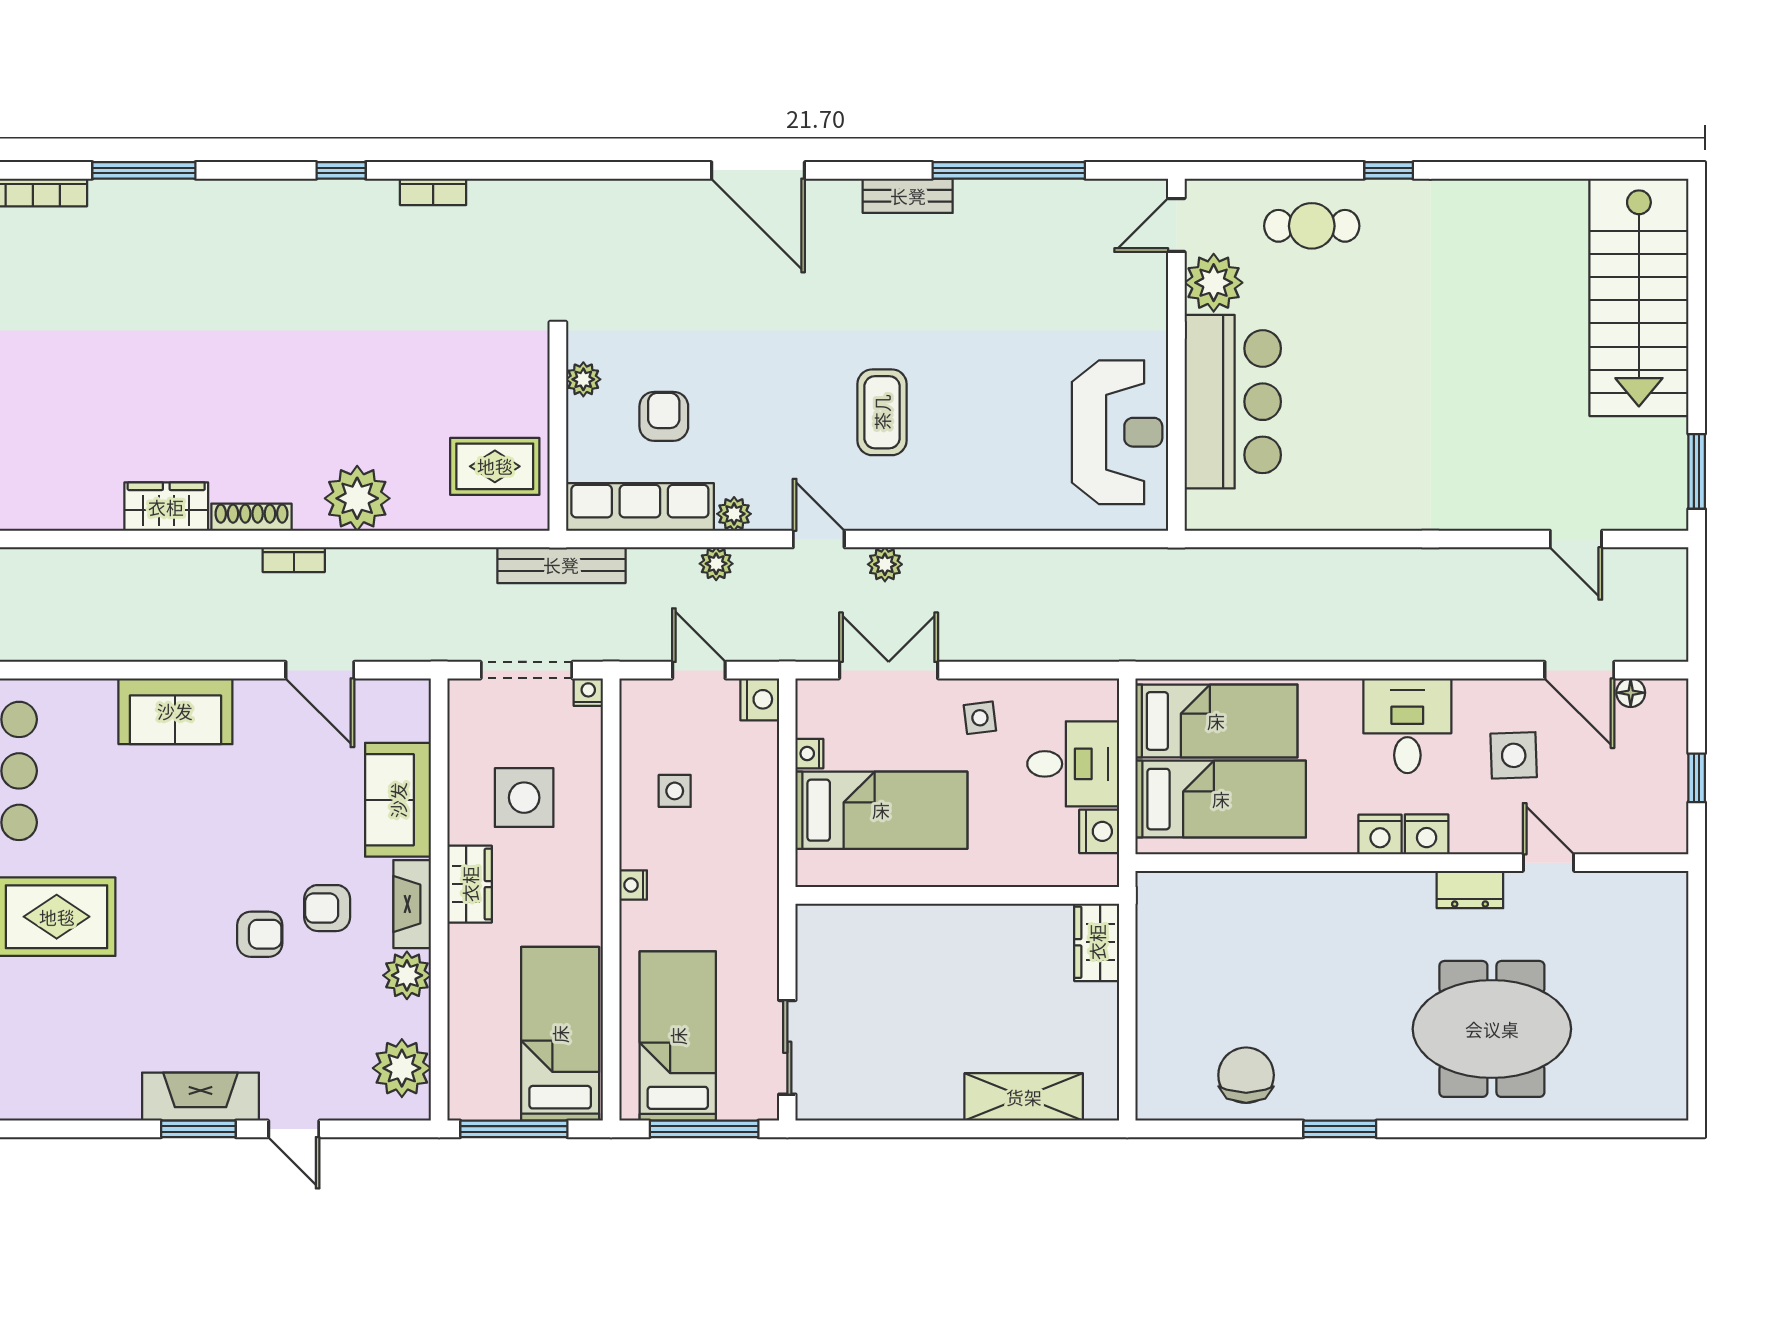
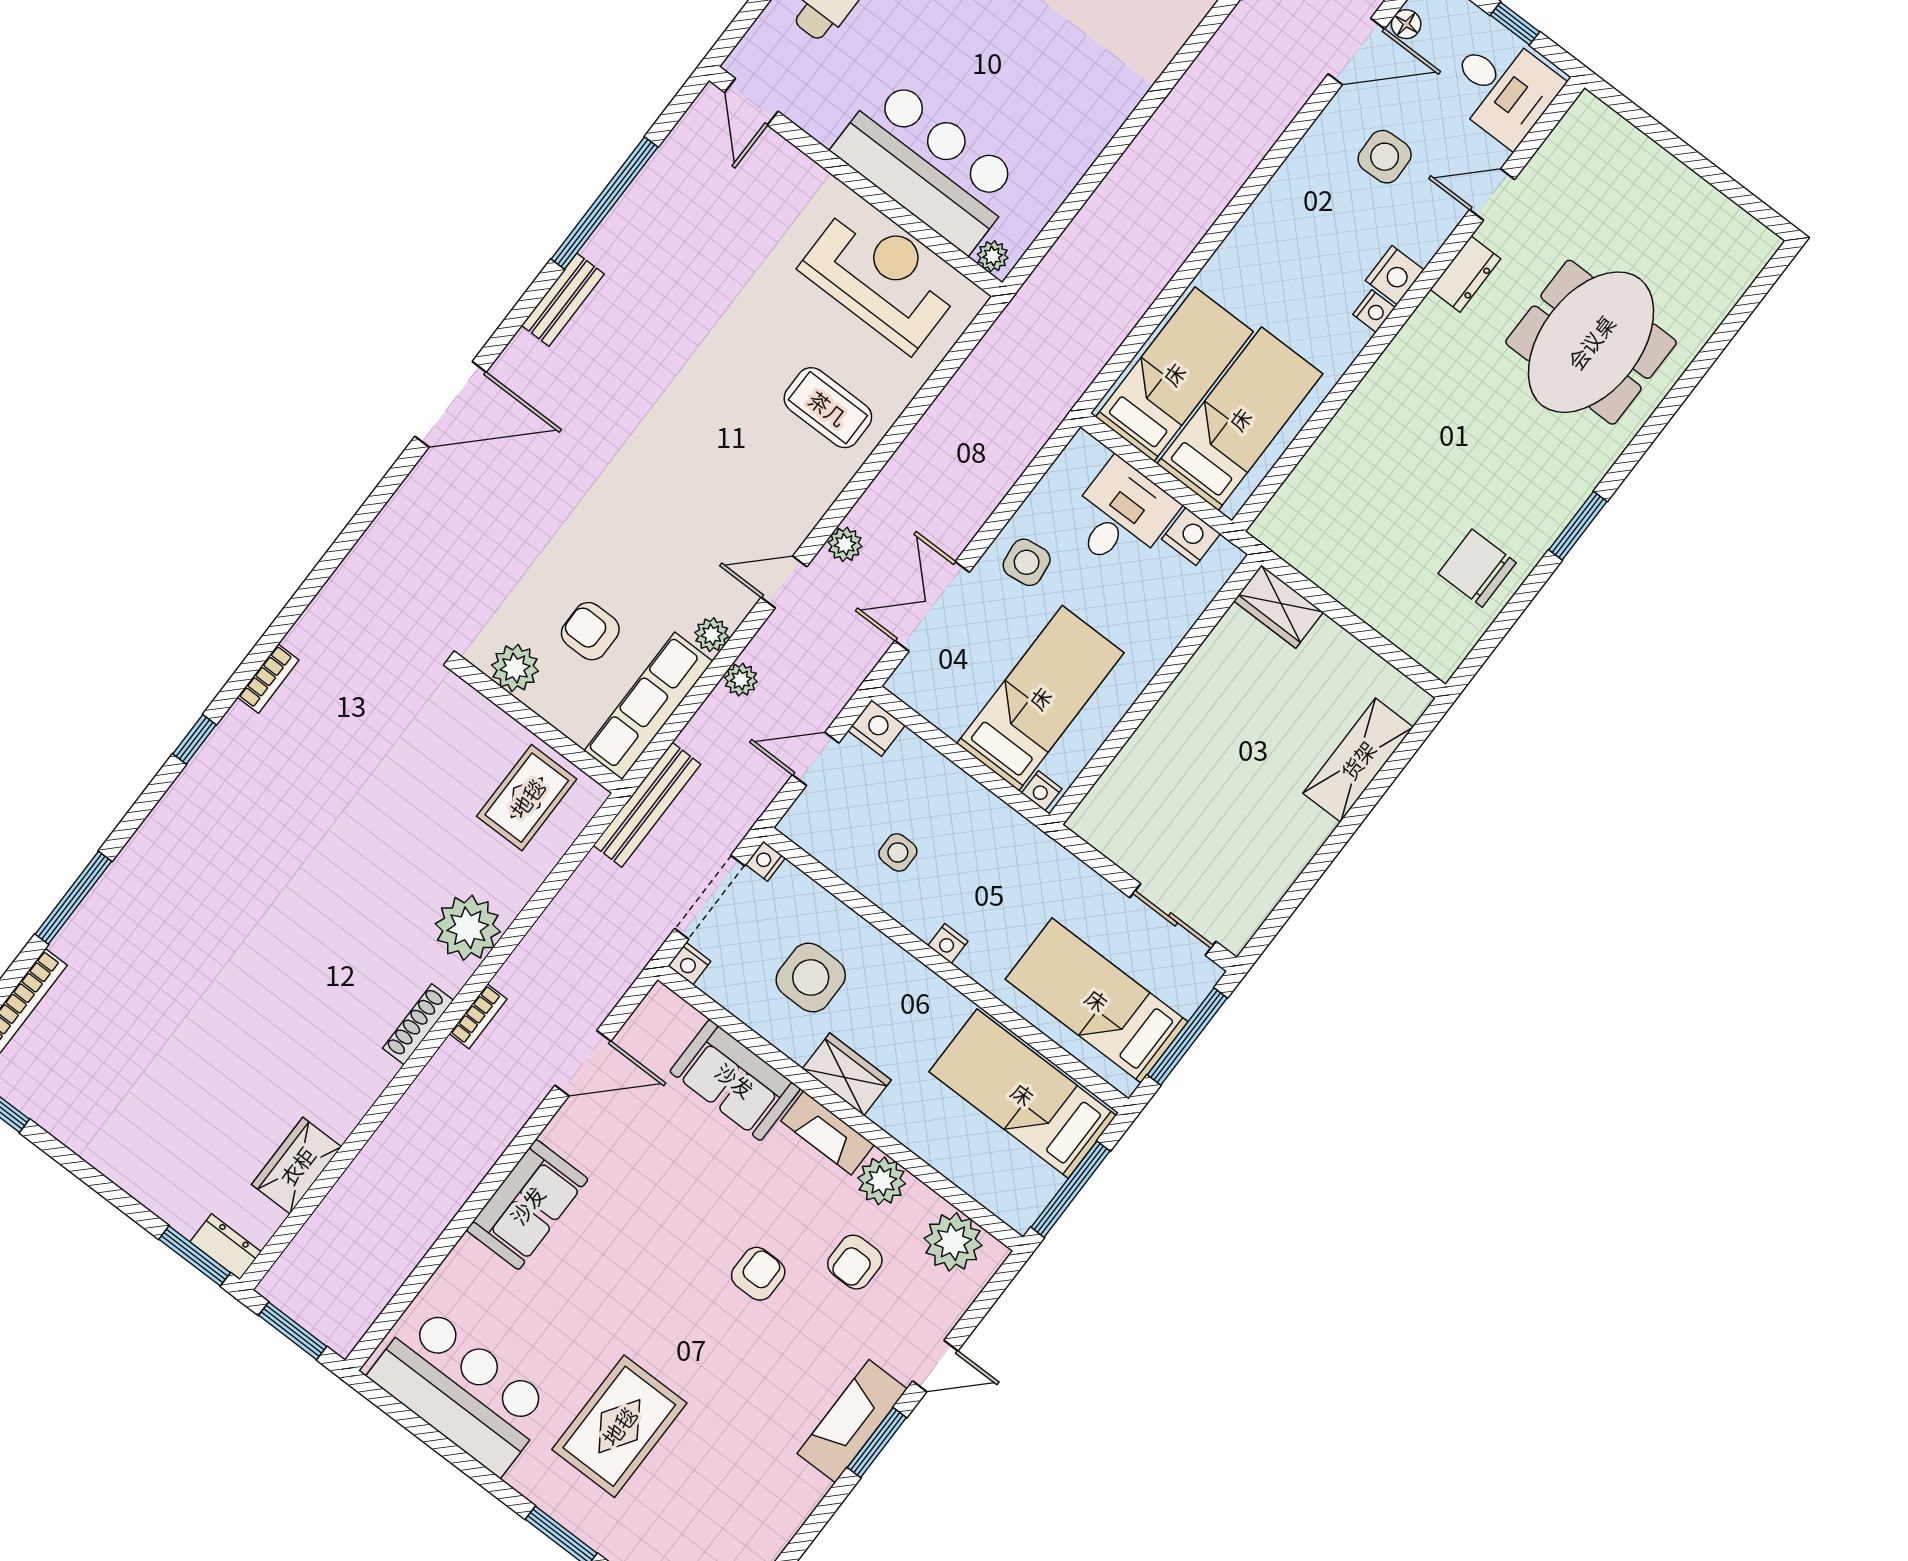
plant: (1214, 283) -> (993, 256), moved, width x0.53, depth x0.53
plant: (583, 379) -> (515, 668), width x1.38, depth x1.38
coffee table: (882, 412) -> (828, 408), moved
wardrobe: (166, 507) -> (297, 1166), moved
nightstand: (462, 694) -> (689, 964), added
side table: (980, 718) -> (1027, 562), width x1.37, depth x1.37
desk: (1407, 726) -> (1503, 88), moved, turned 180
nightstand: (809, 754) -> (1042, 791), moved
nightstand: (1380, 835) -> (1374, 311), width x0.72, depth x0.74
armchair: (327, 908) -> (855, 1262), moved

